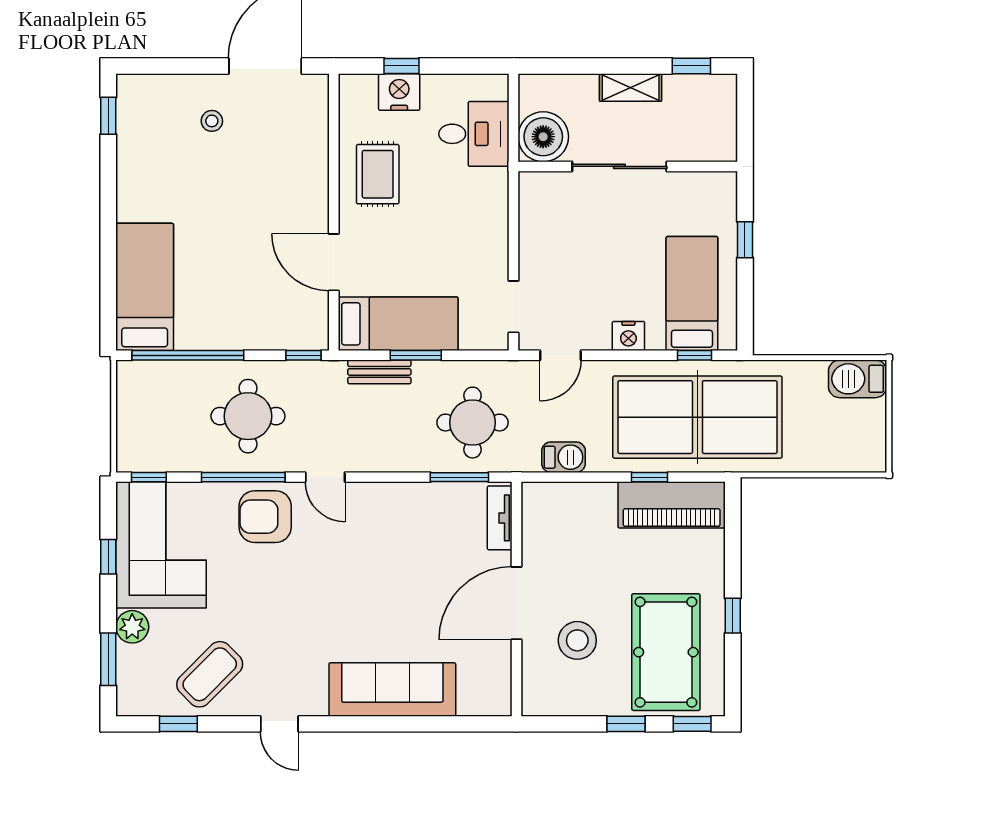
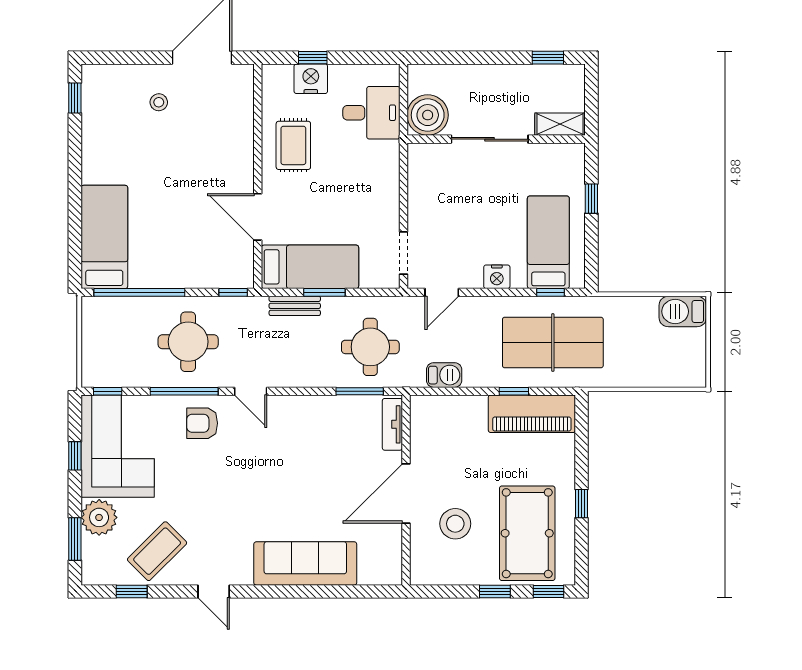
shelving: (631, 87) -> (560, 124), moved
table tennis table: (697, 417) -> (553, 343), width x0.73, depth x0.76
armchair: (265, 517) -> (202, 423), width x0.72, depth x0.72
plant: (132, 627) -> (99, 517), width x1.36, depth x1.36

